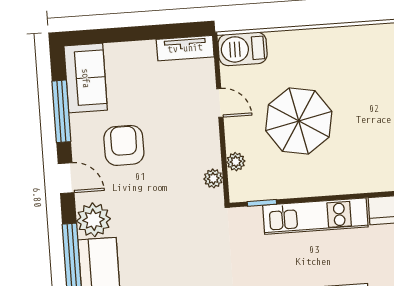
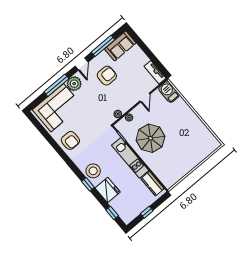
parasol: (299, 121) -> (150, 138), moved

